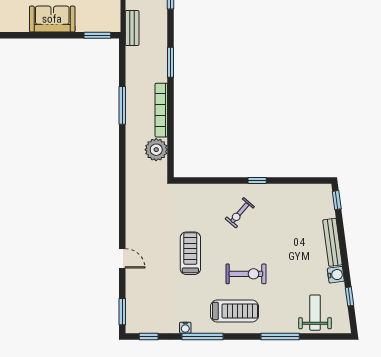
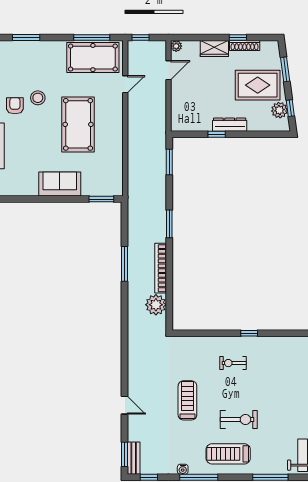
bench: (132, 28) -> (134, 458), moved
exercise bike: (240, 213) -> (233, 363), turned 49
treadmill: (234, 311) -> (228, 454), turned 180

